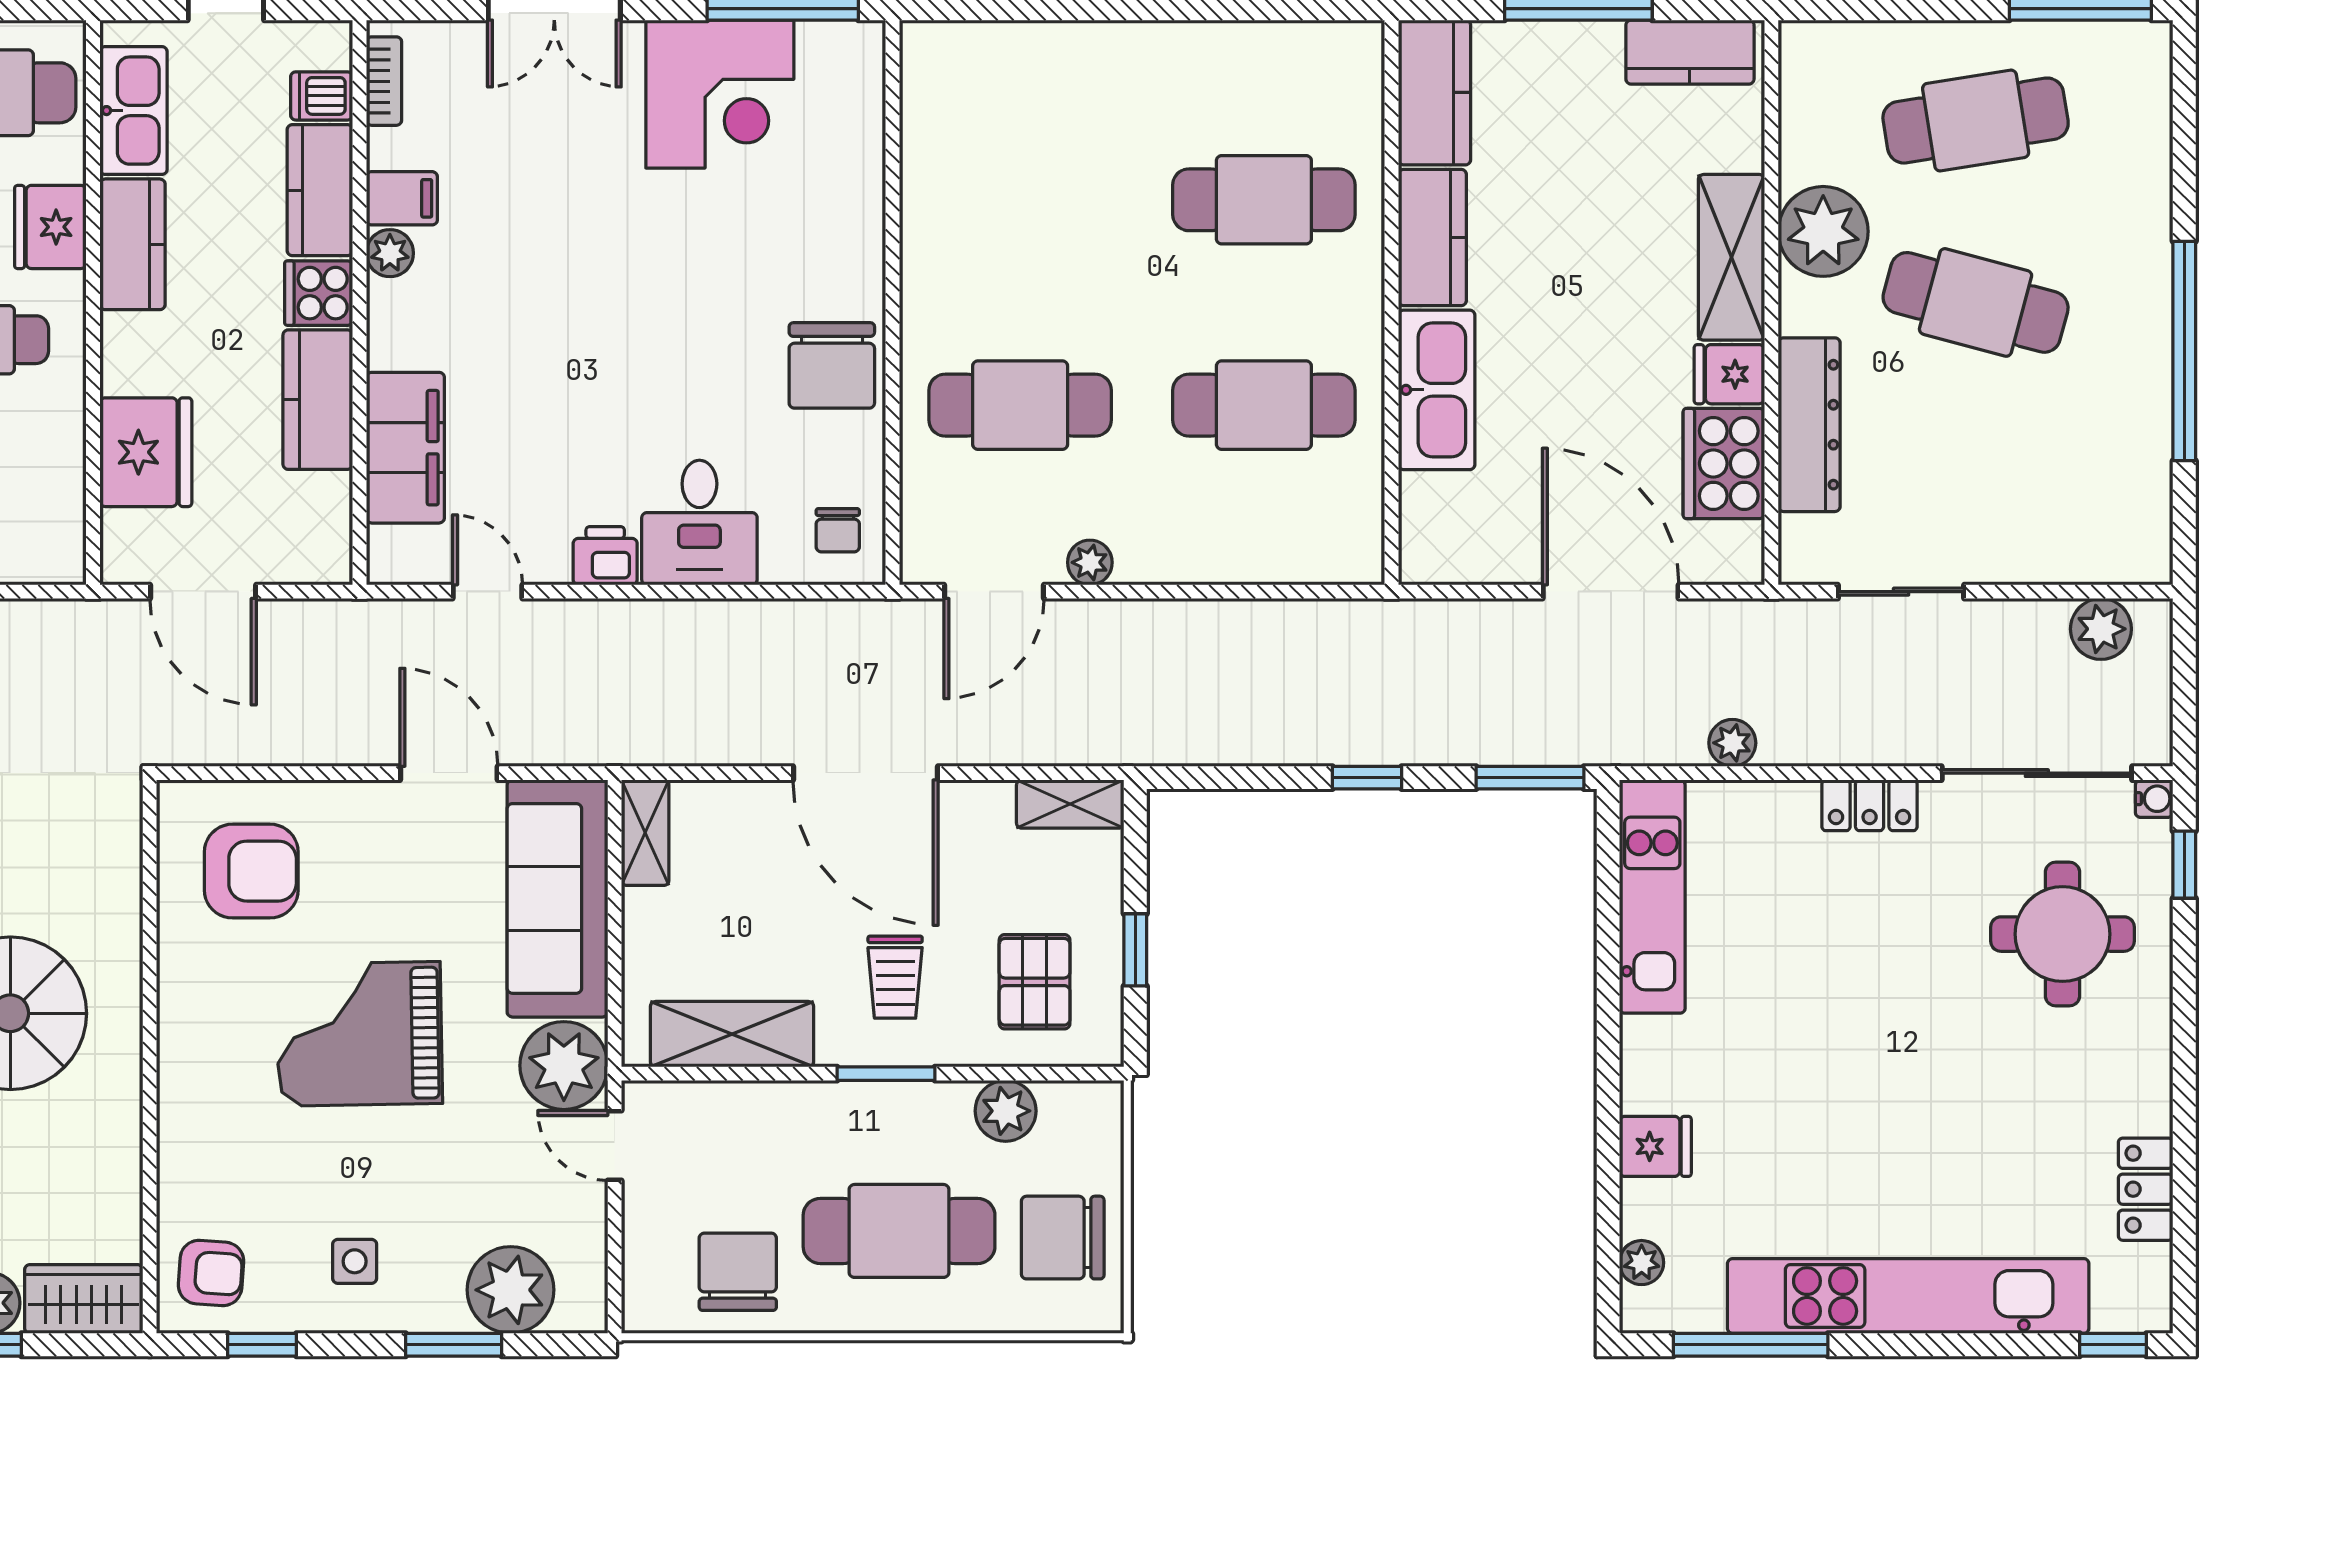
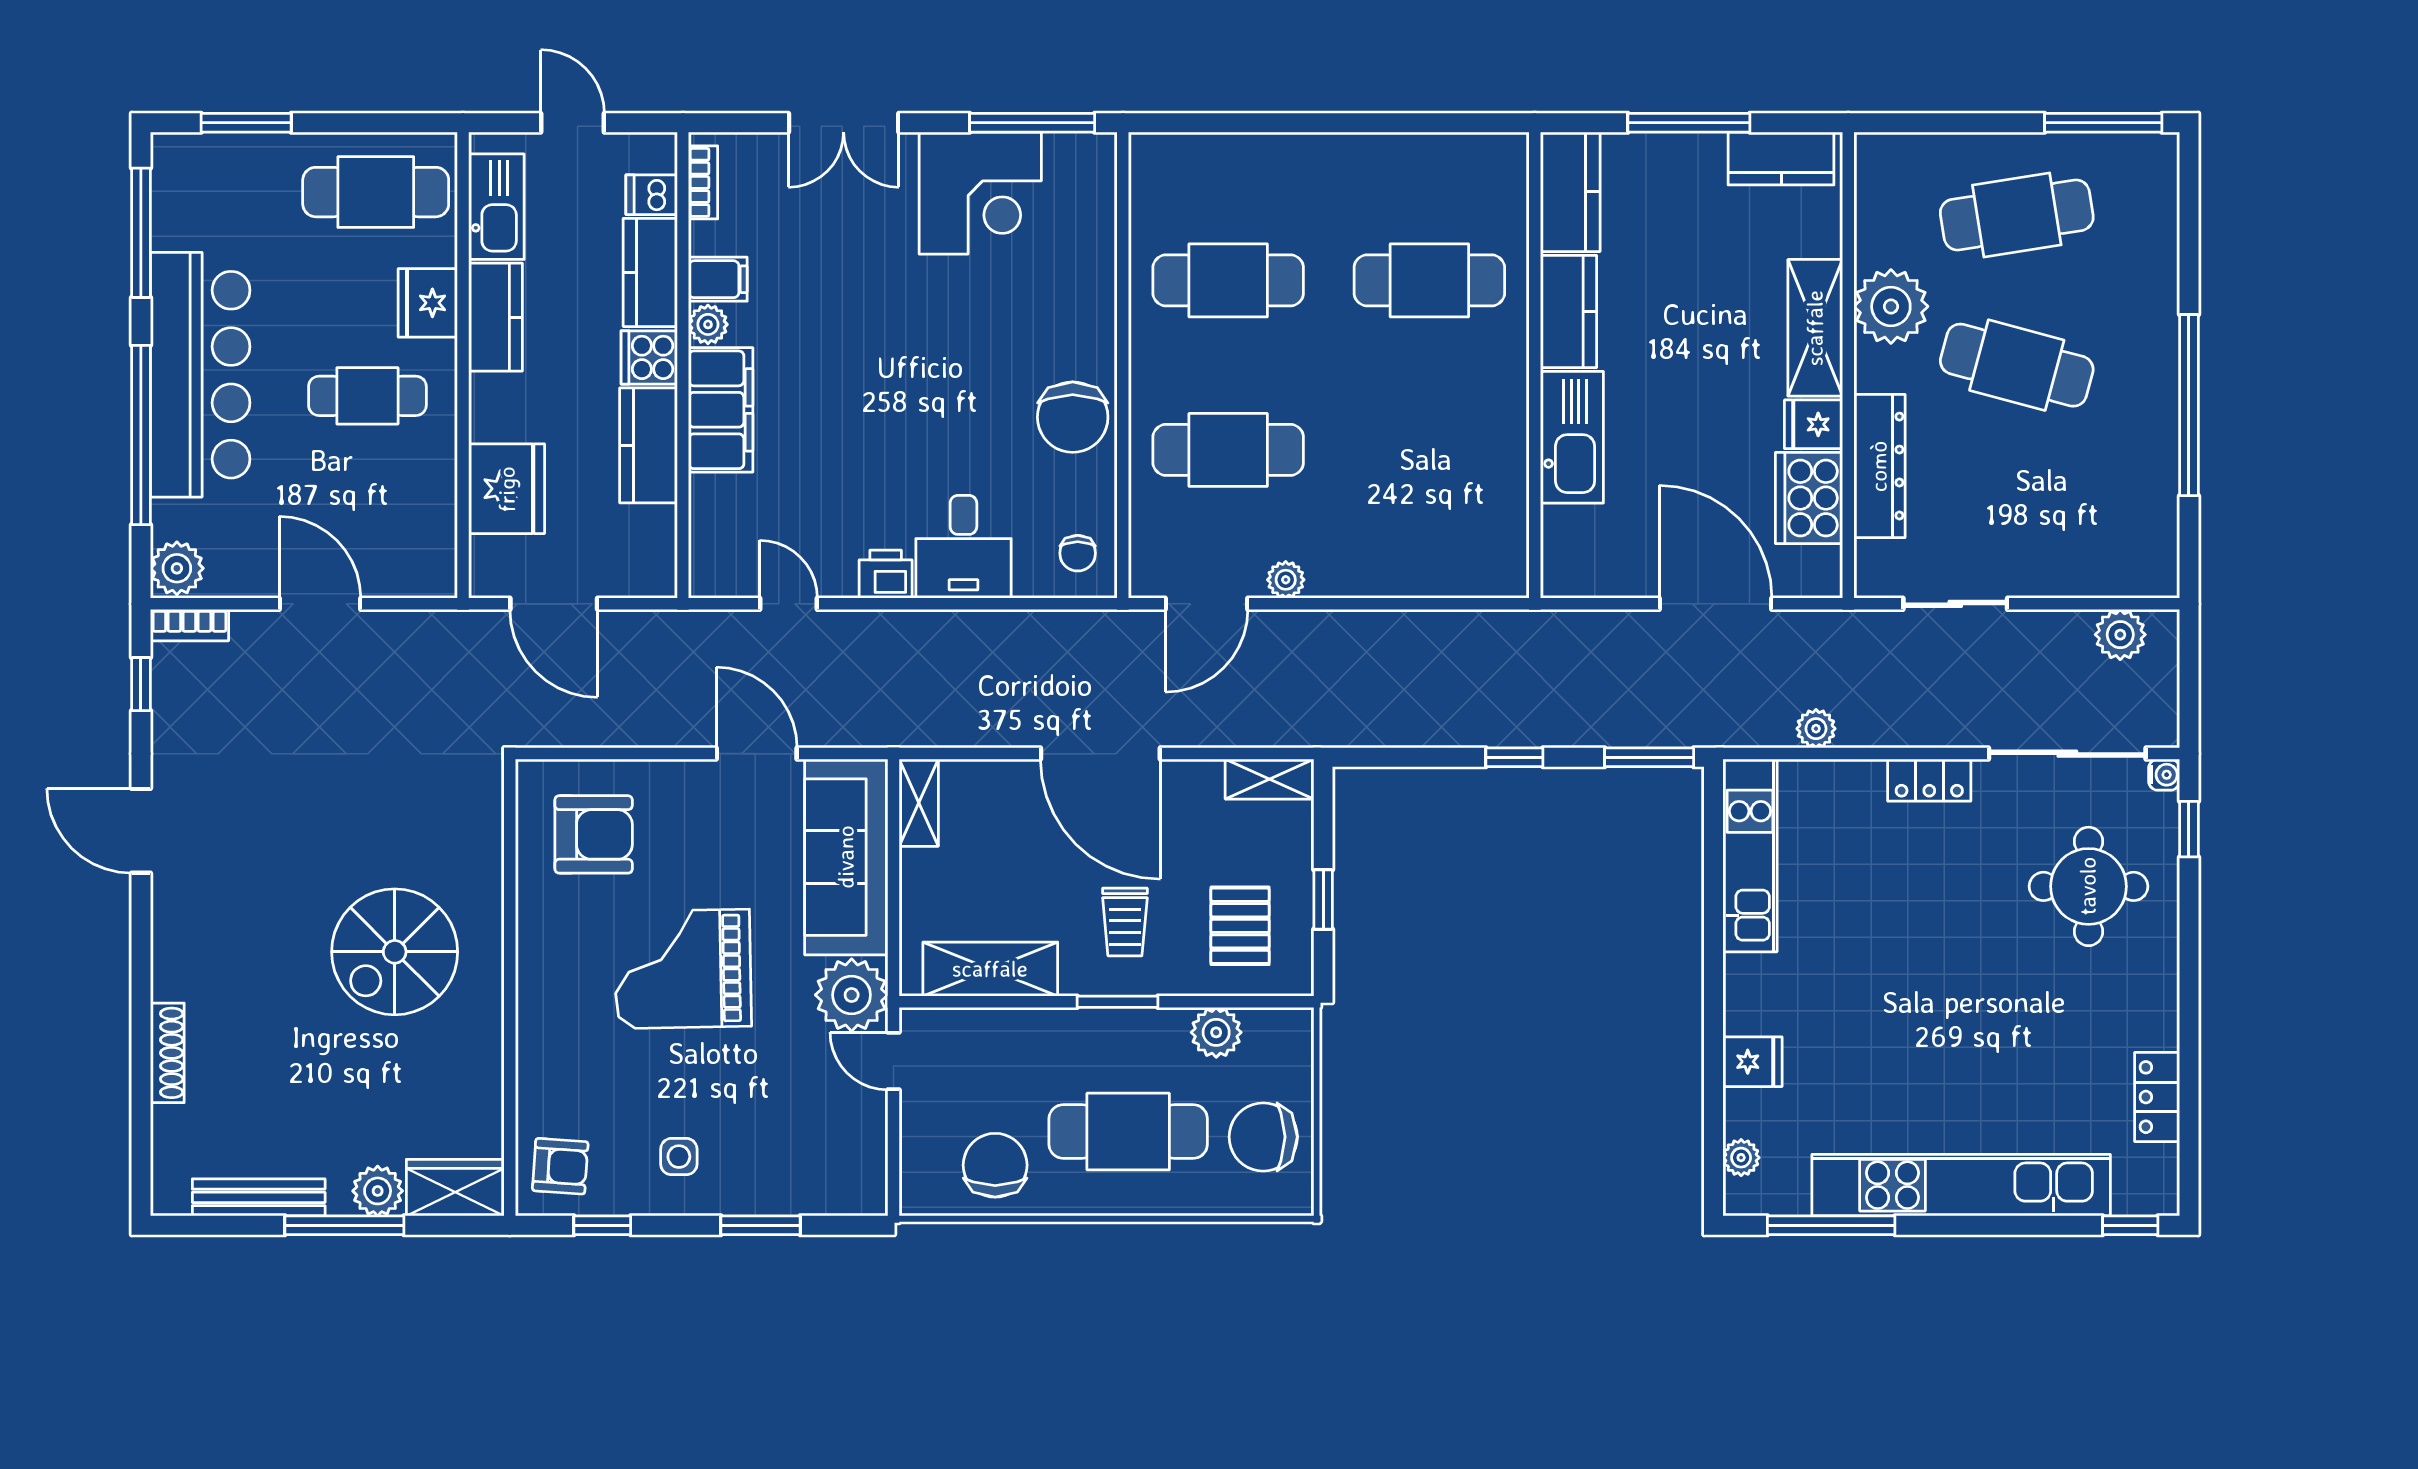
cafe table: (1264, 405) -> (1228, 280), moved
filing cabinet: (405, 448) -> (721, 410), moved
plant: (511, 1290) -> (808, 1180), removed

